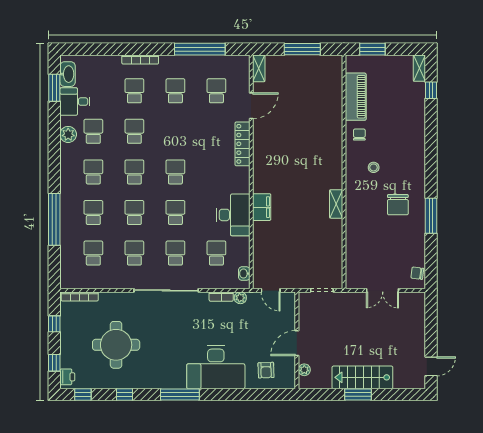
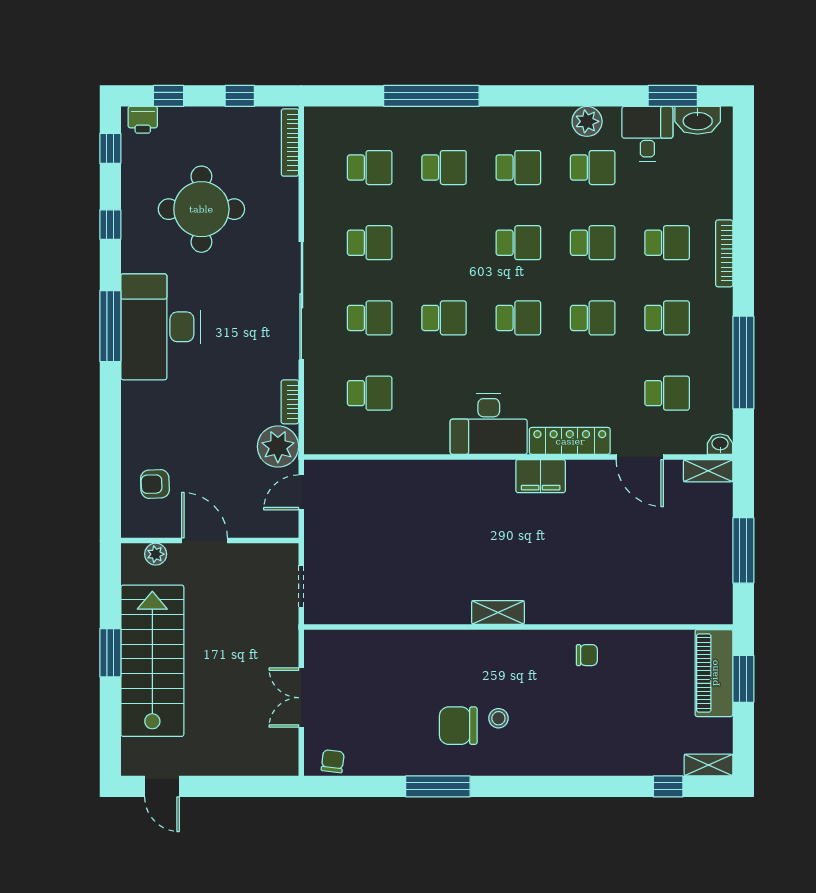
piano: (356, 97) -> (714, 673), moved, turned 90
stool: (374, 167) -> (498, 718), moved
shelving: (336, 204) -> (498, 612), moved
filing cabinet: (262, 207) -> (541, 476), moved
school desk: (134, 212) -> (593, 318), moved
desk: (233, 215) -> (489, 424), moved
washbasin: (244, 274) -> (720, 444), moved
plant: (240, 298) -> (278, 447), width x1.87, depth x1.87
desk: (216, 367) -> (160, 327), moved
stairs: (362, 377) -> (152, 661), width x1.36, depth x1.51

